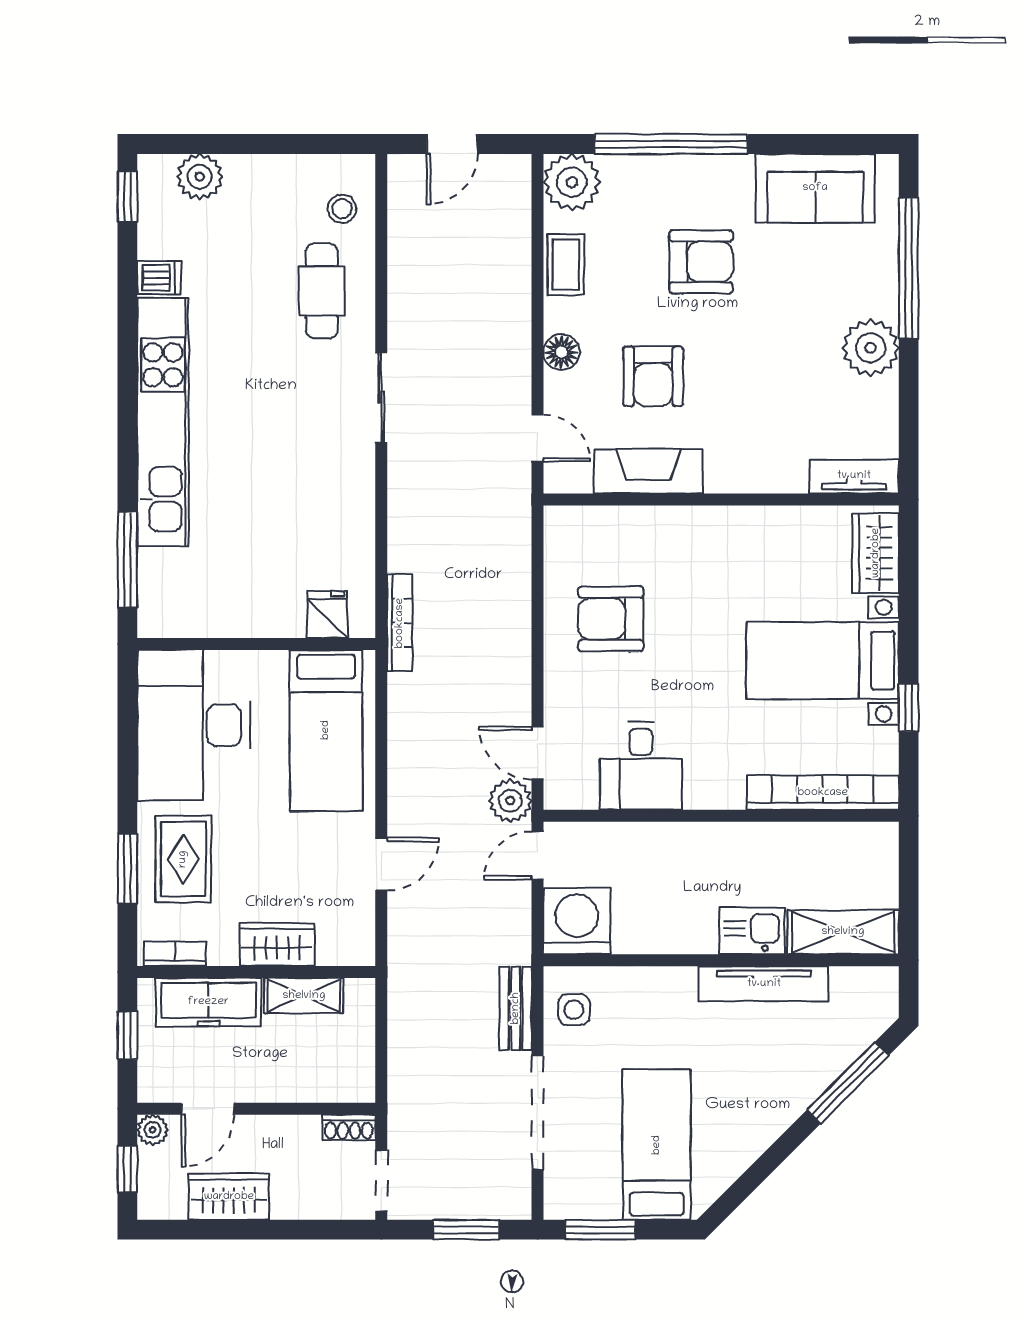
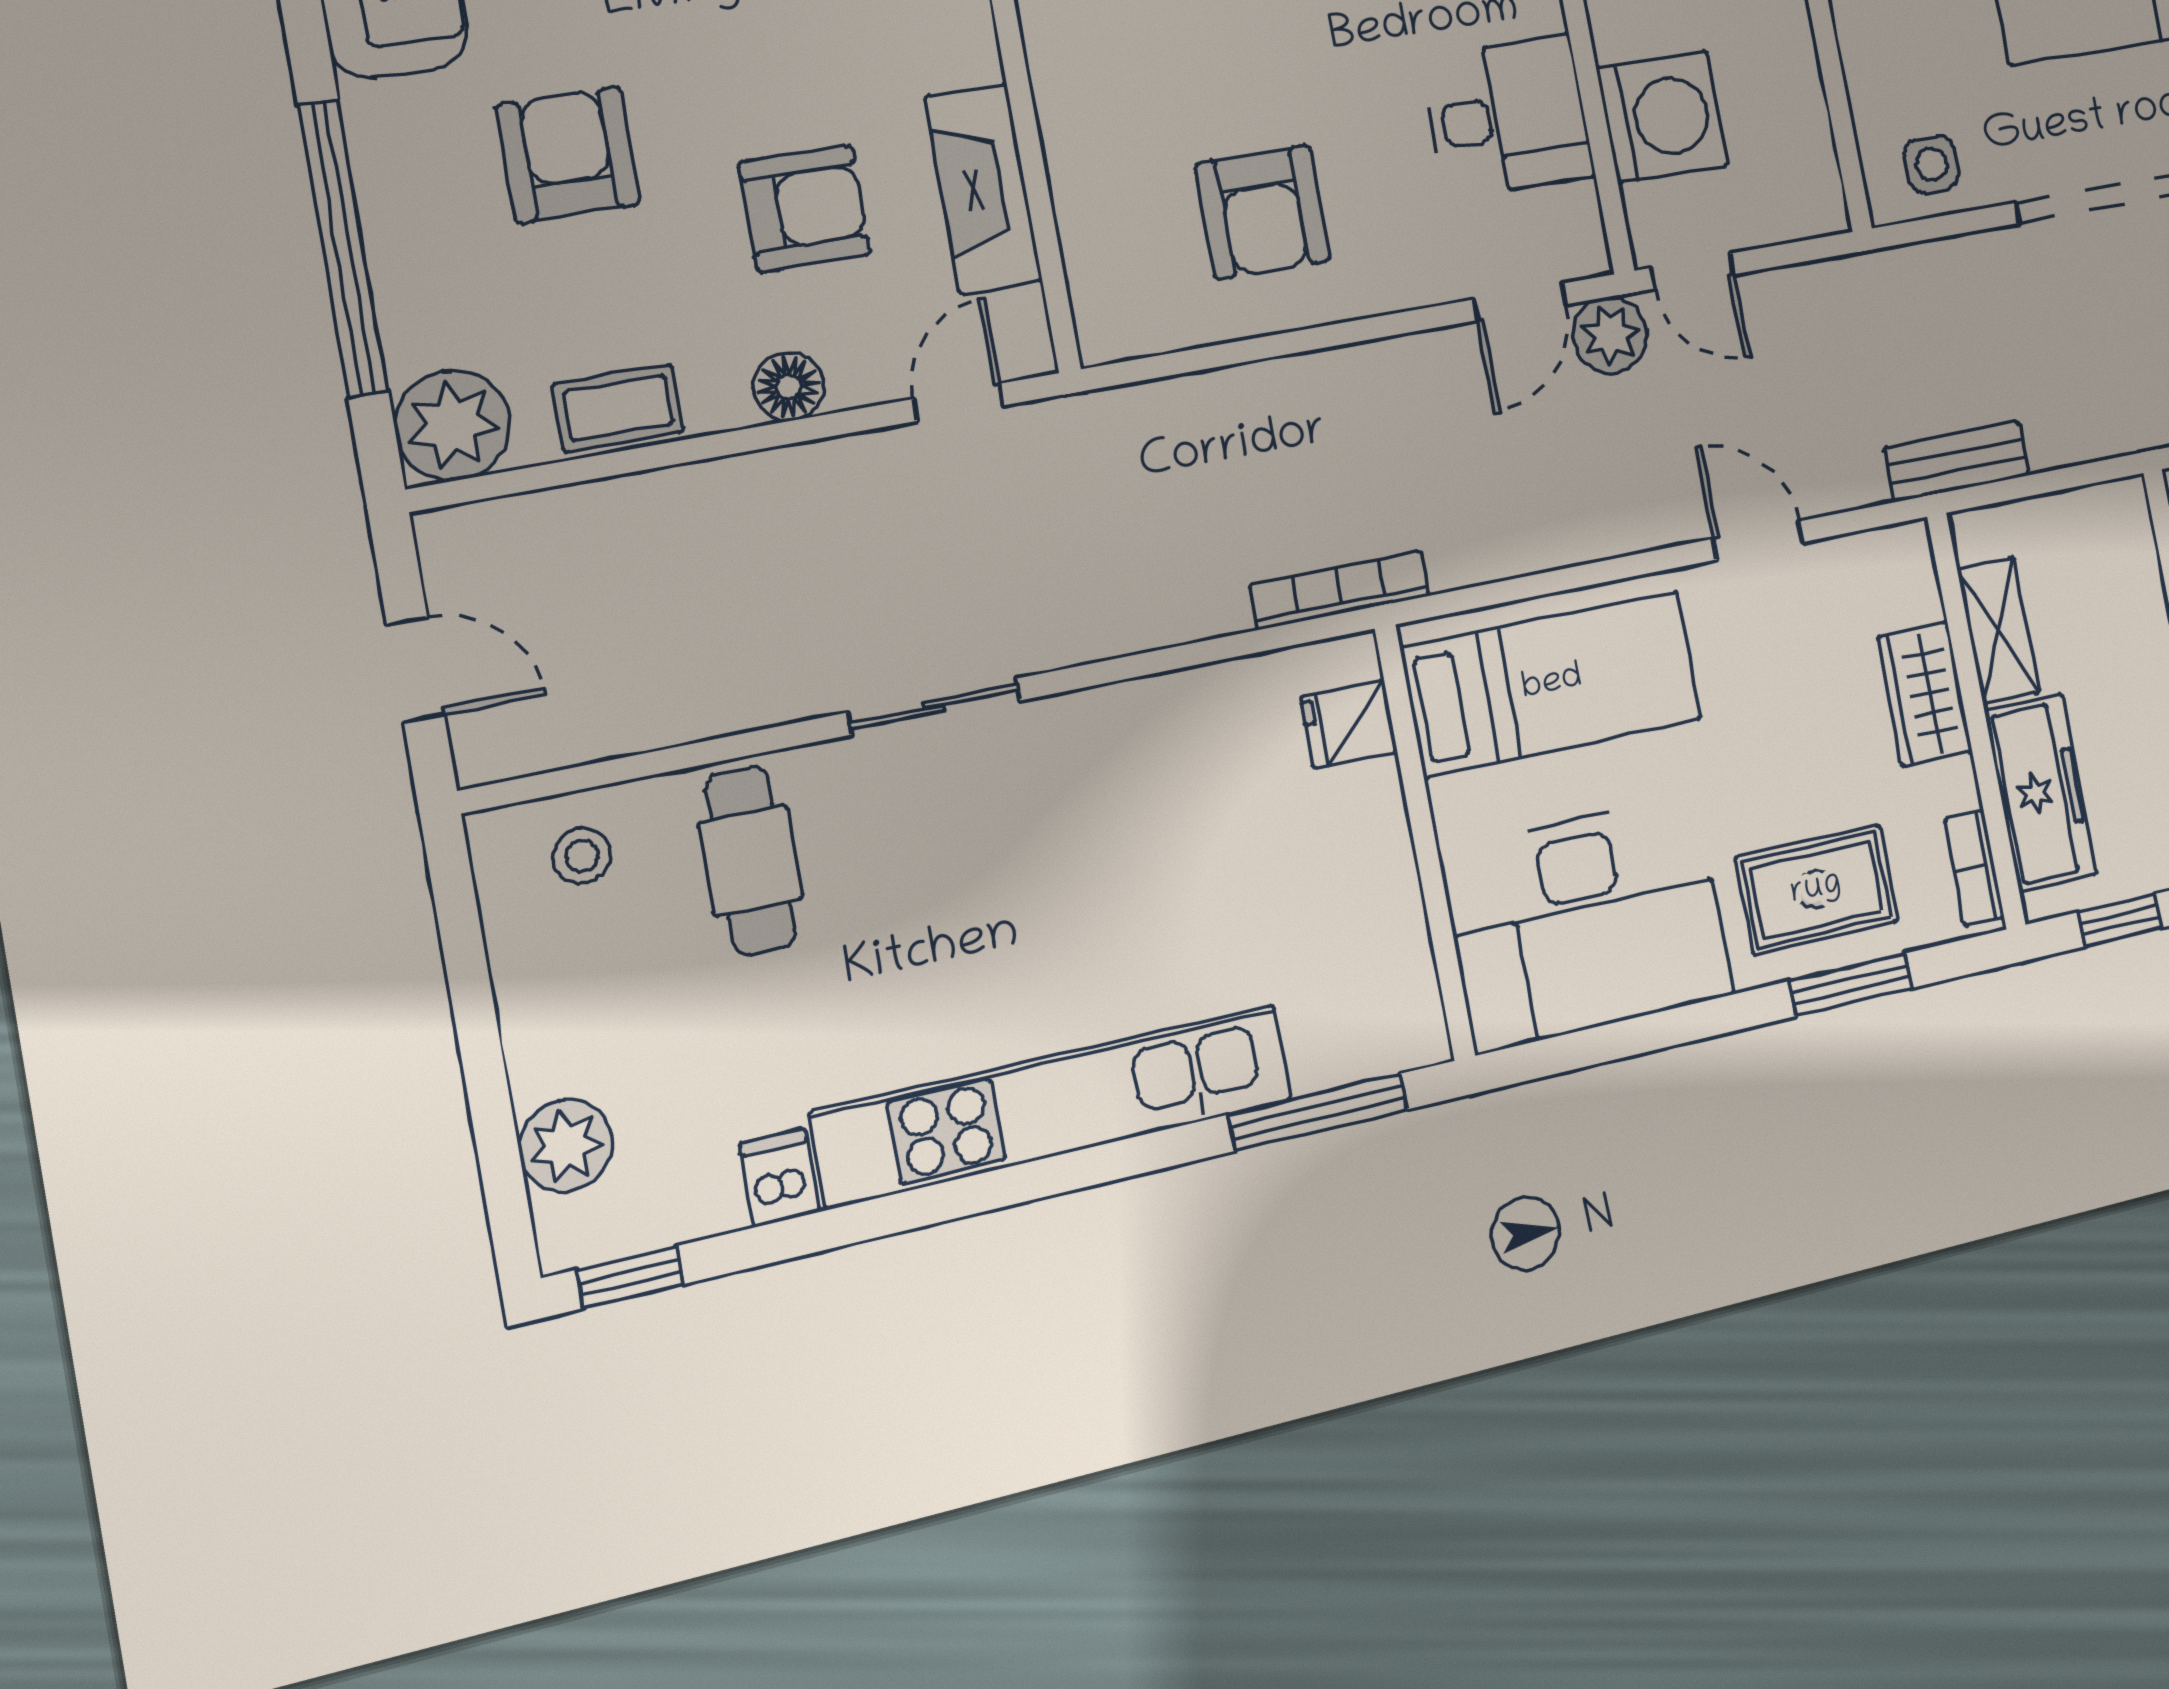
cafe table: (322, 291) -> (751, 861), turned 90
washing machine: (577, 921) -> (1663, 117), moved, turned 180
bench: (516, 1008) -> (1957, 461), moved

